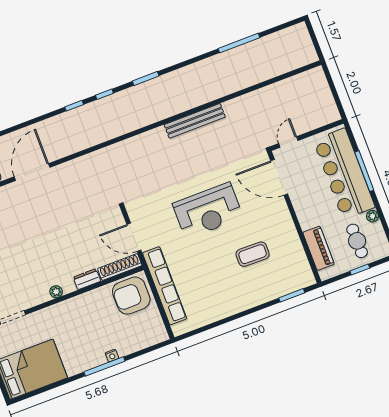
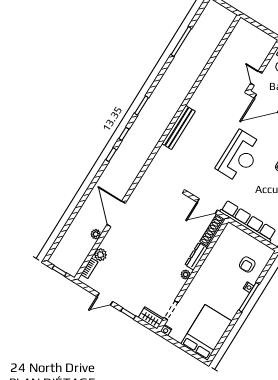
bench: (195, 121) -> (179, 127), moved
dresser: (87, 279) -> (196, 256), width x1.44
armchair: (131, 296) -> (247, 264), moved, width x0.53, depth x0.53

